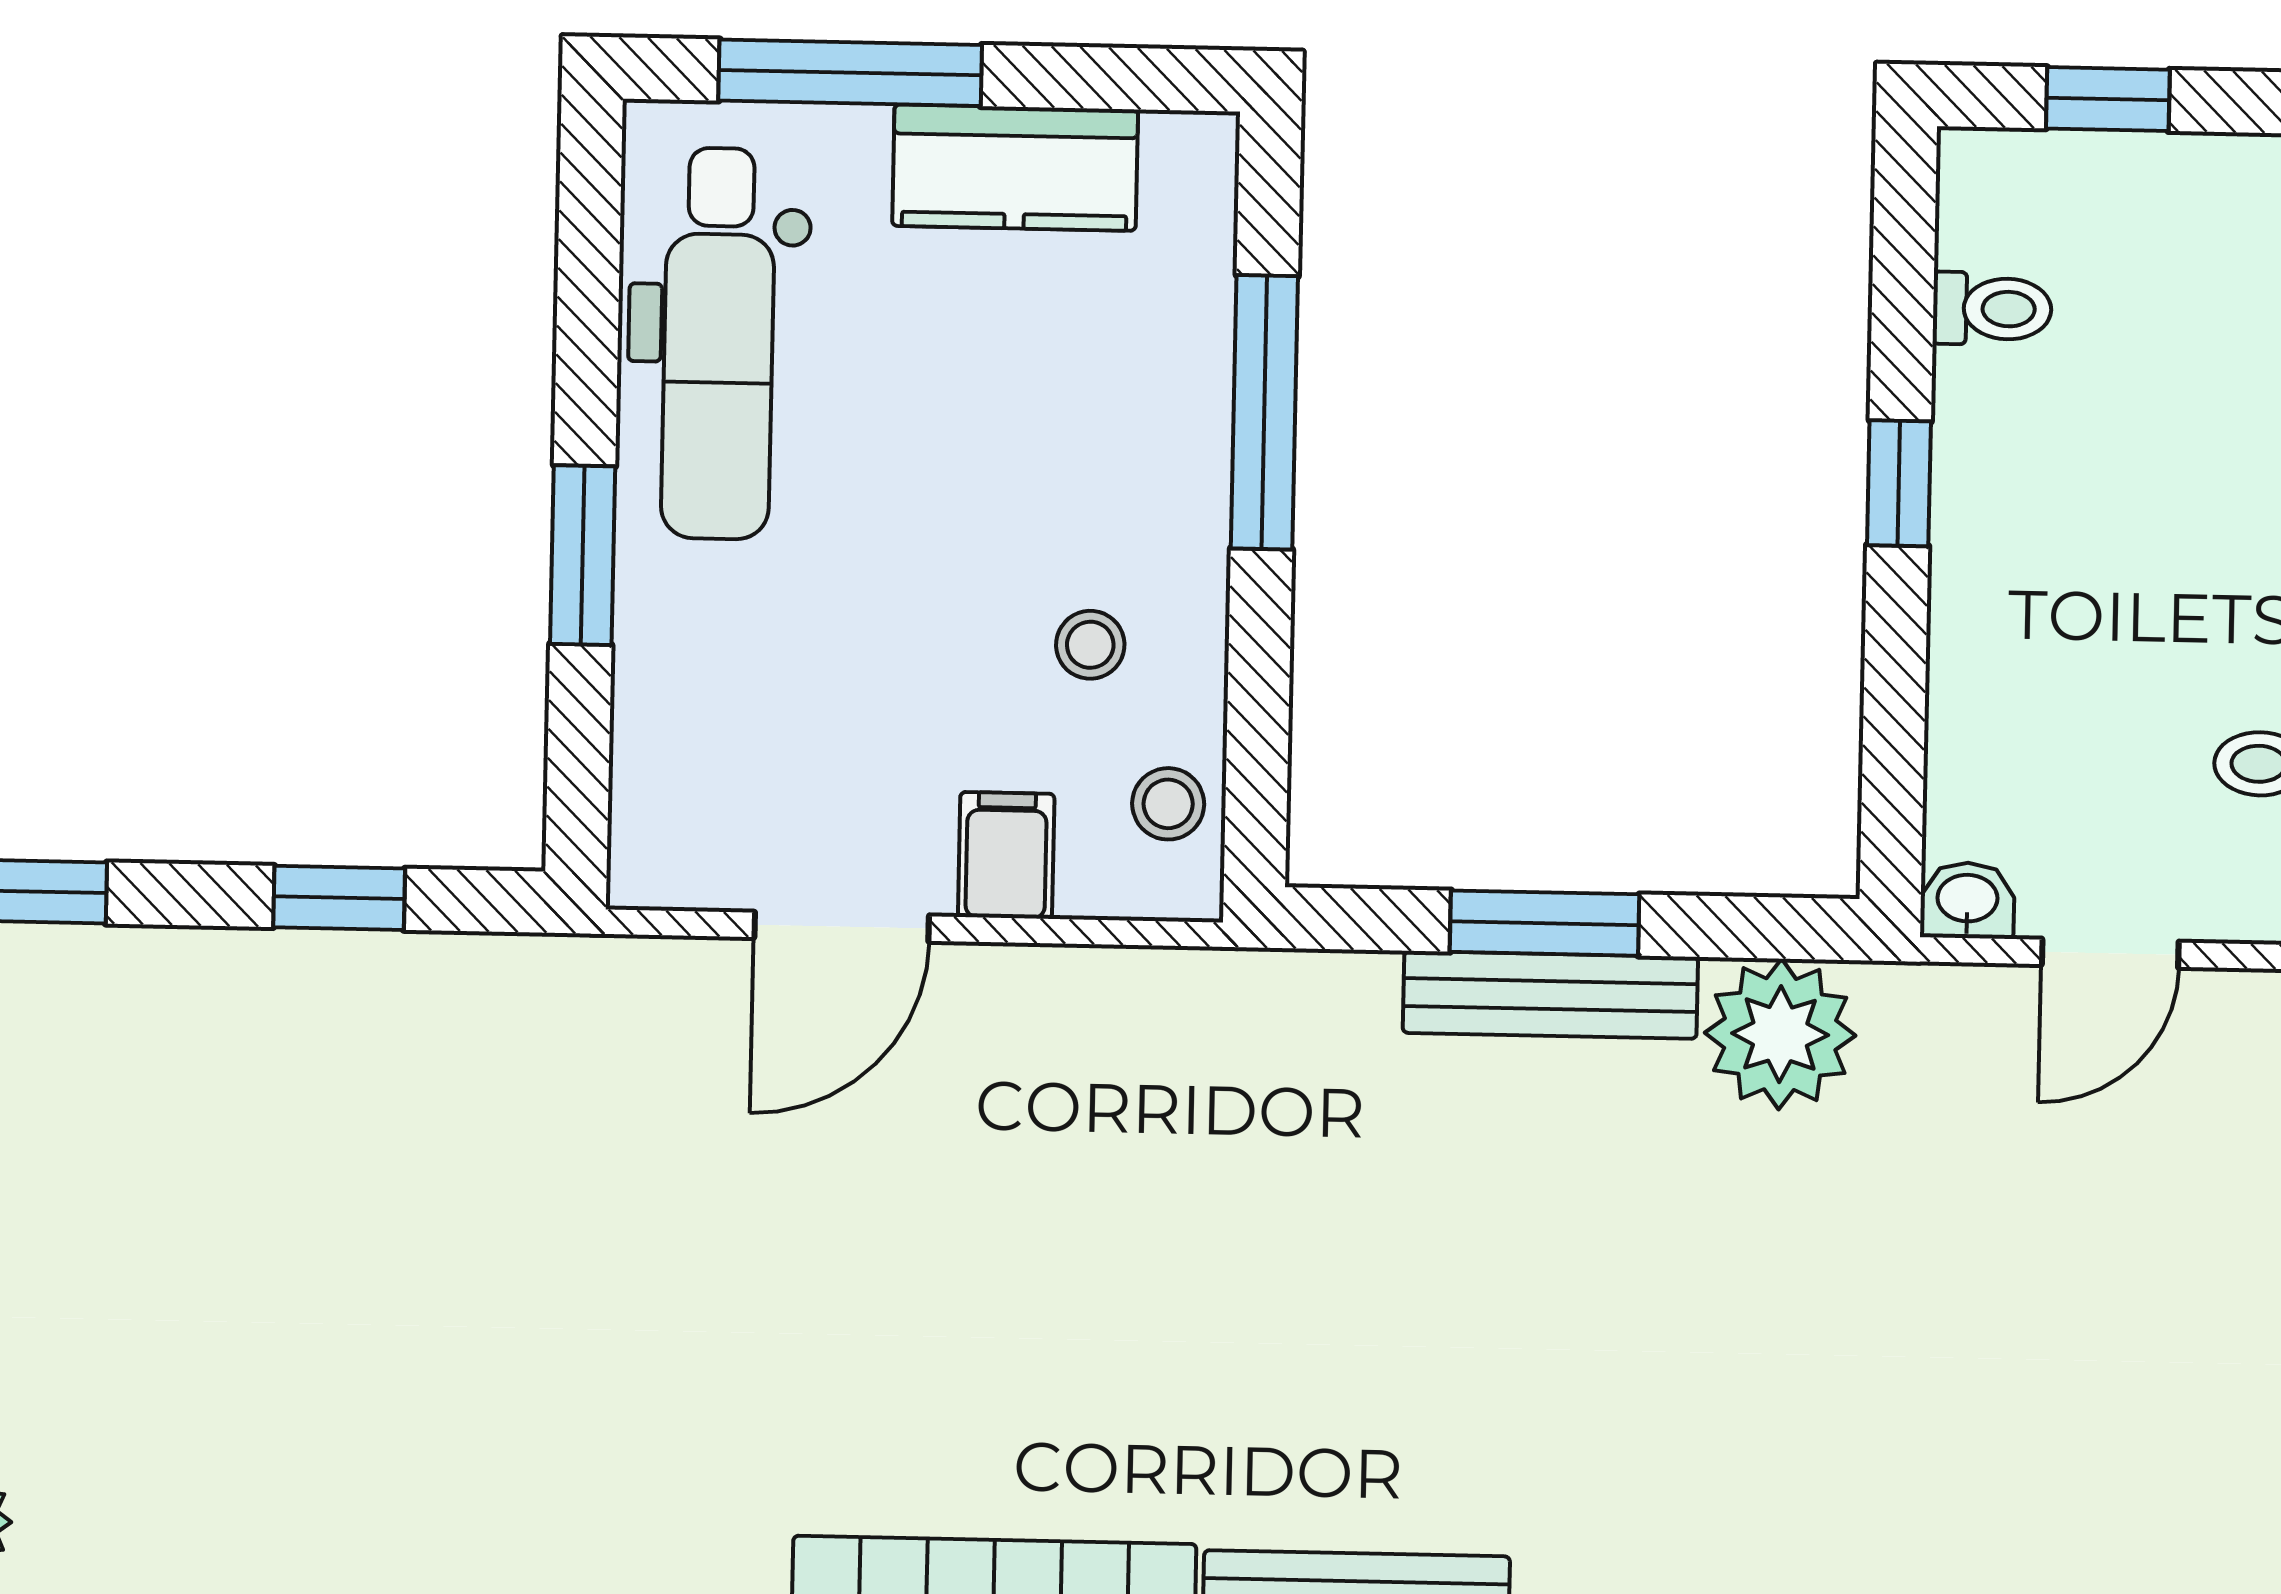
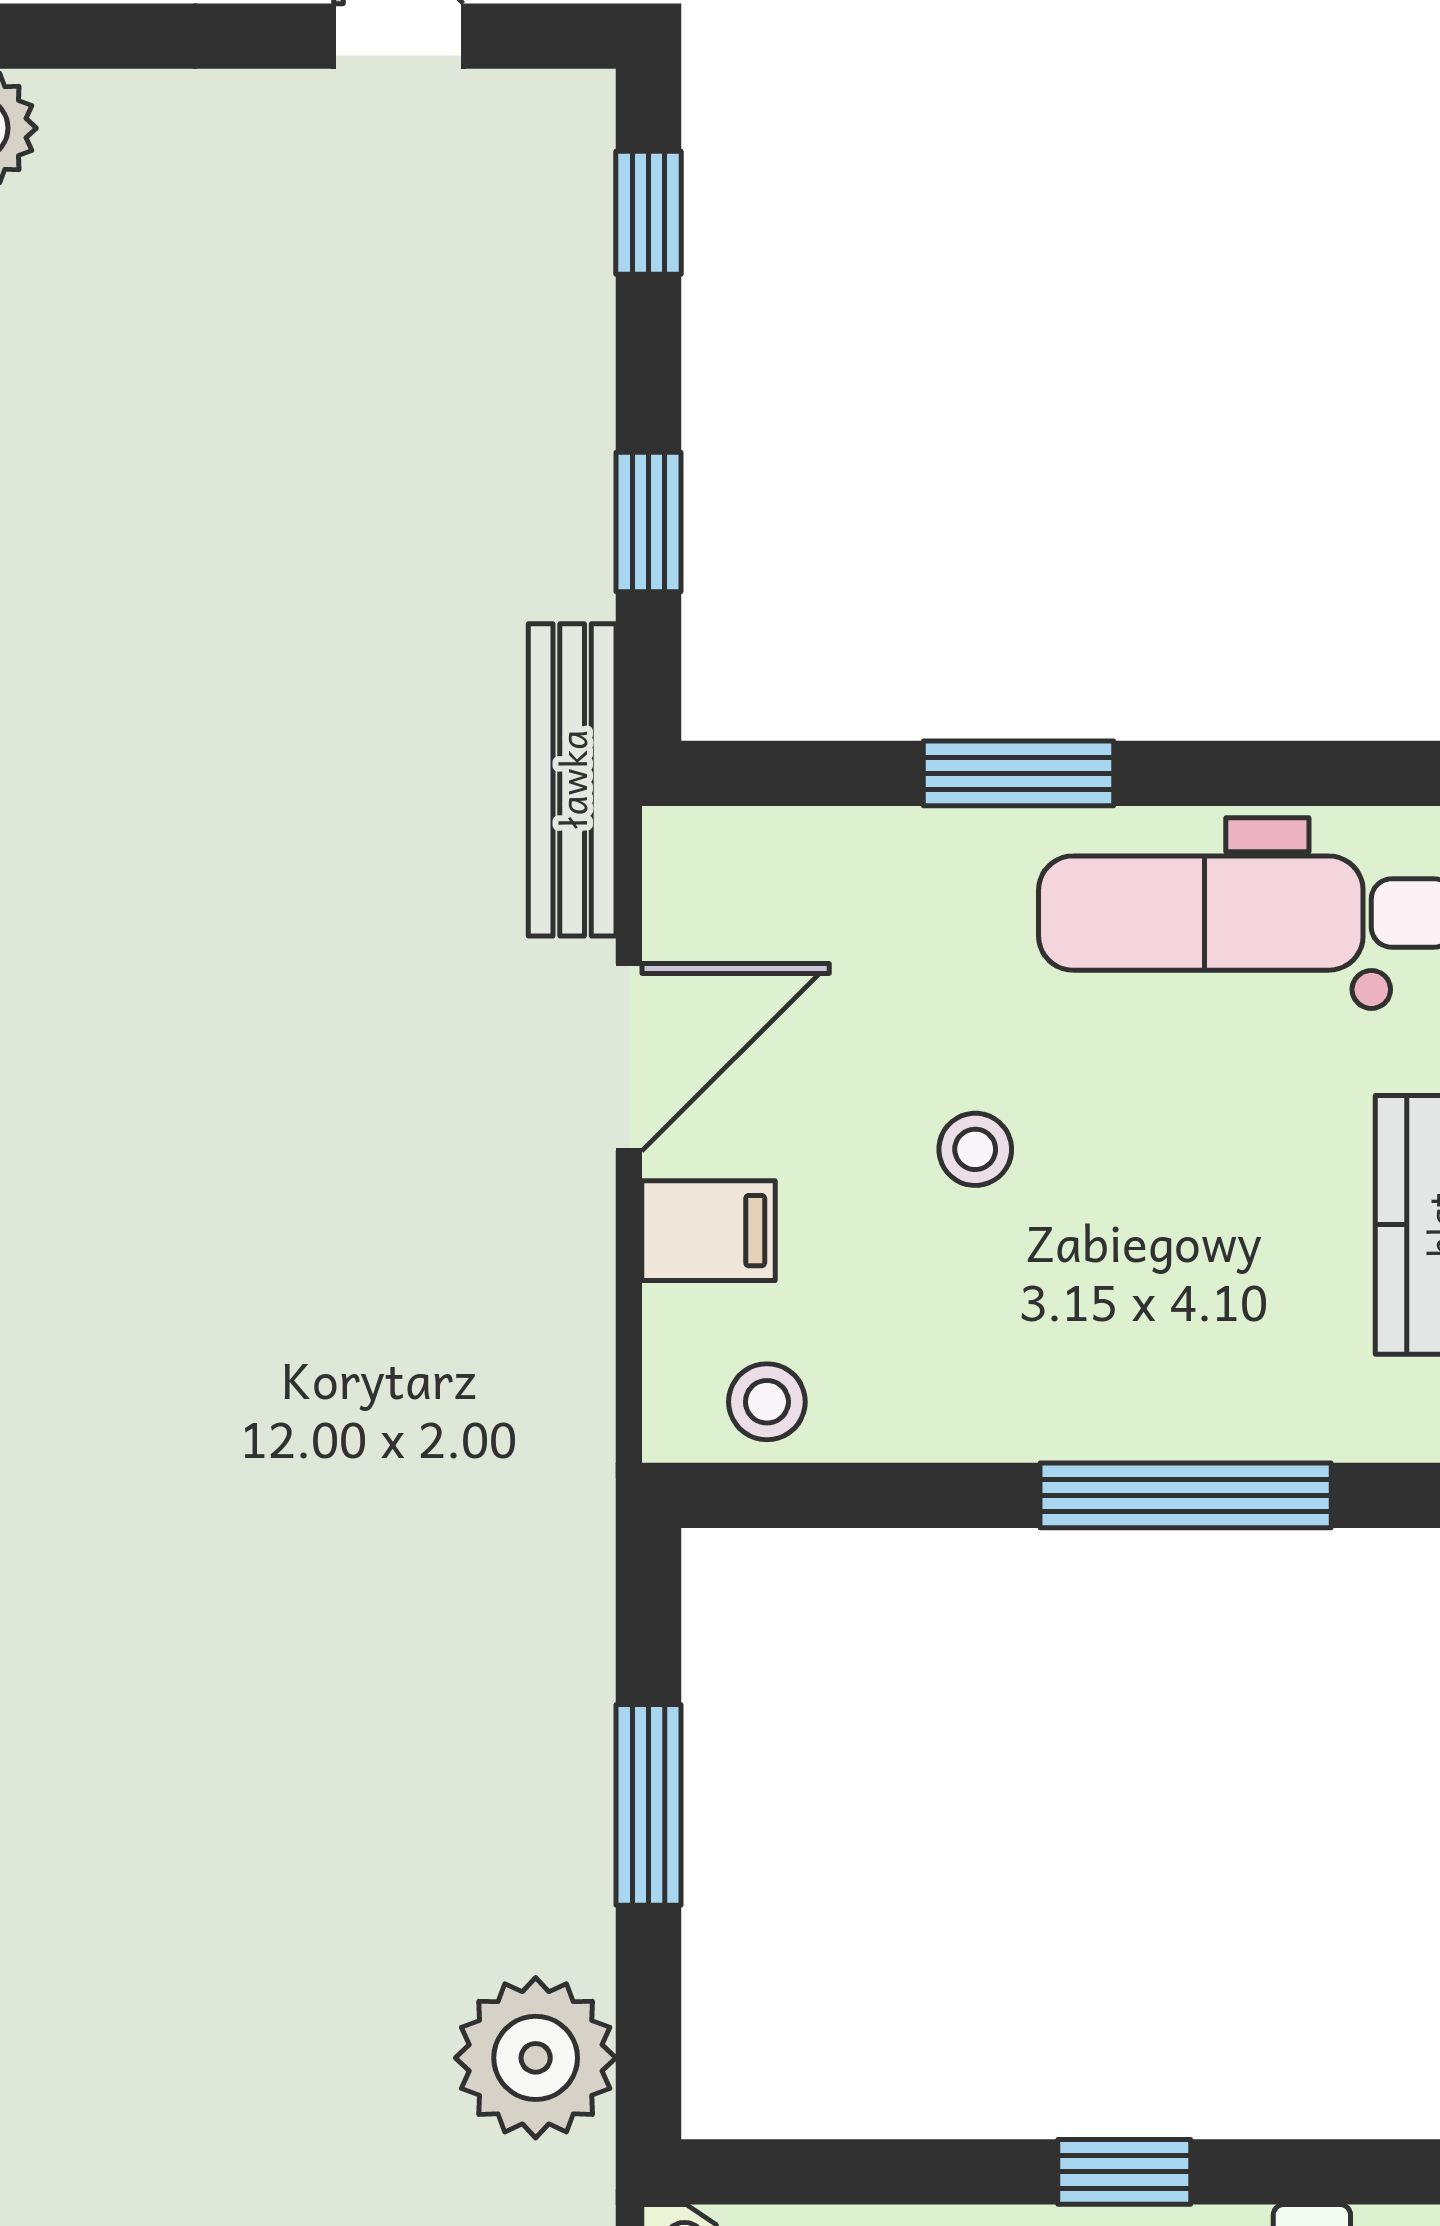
stool: (1090, 645) -> (975, 1149), moved
door: (842, 927) -> (629, 1057), swing flipped
bench: (1550, 995) -> (572, 780), moved

